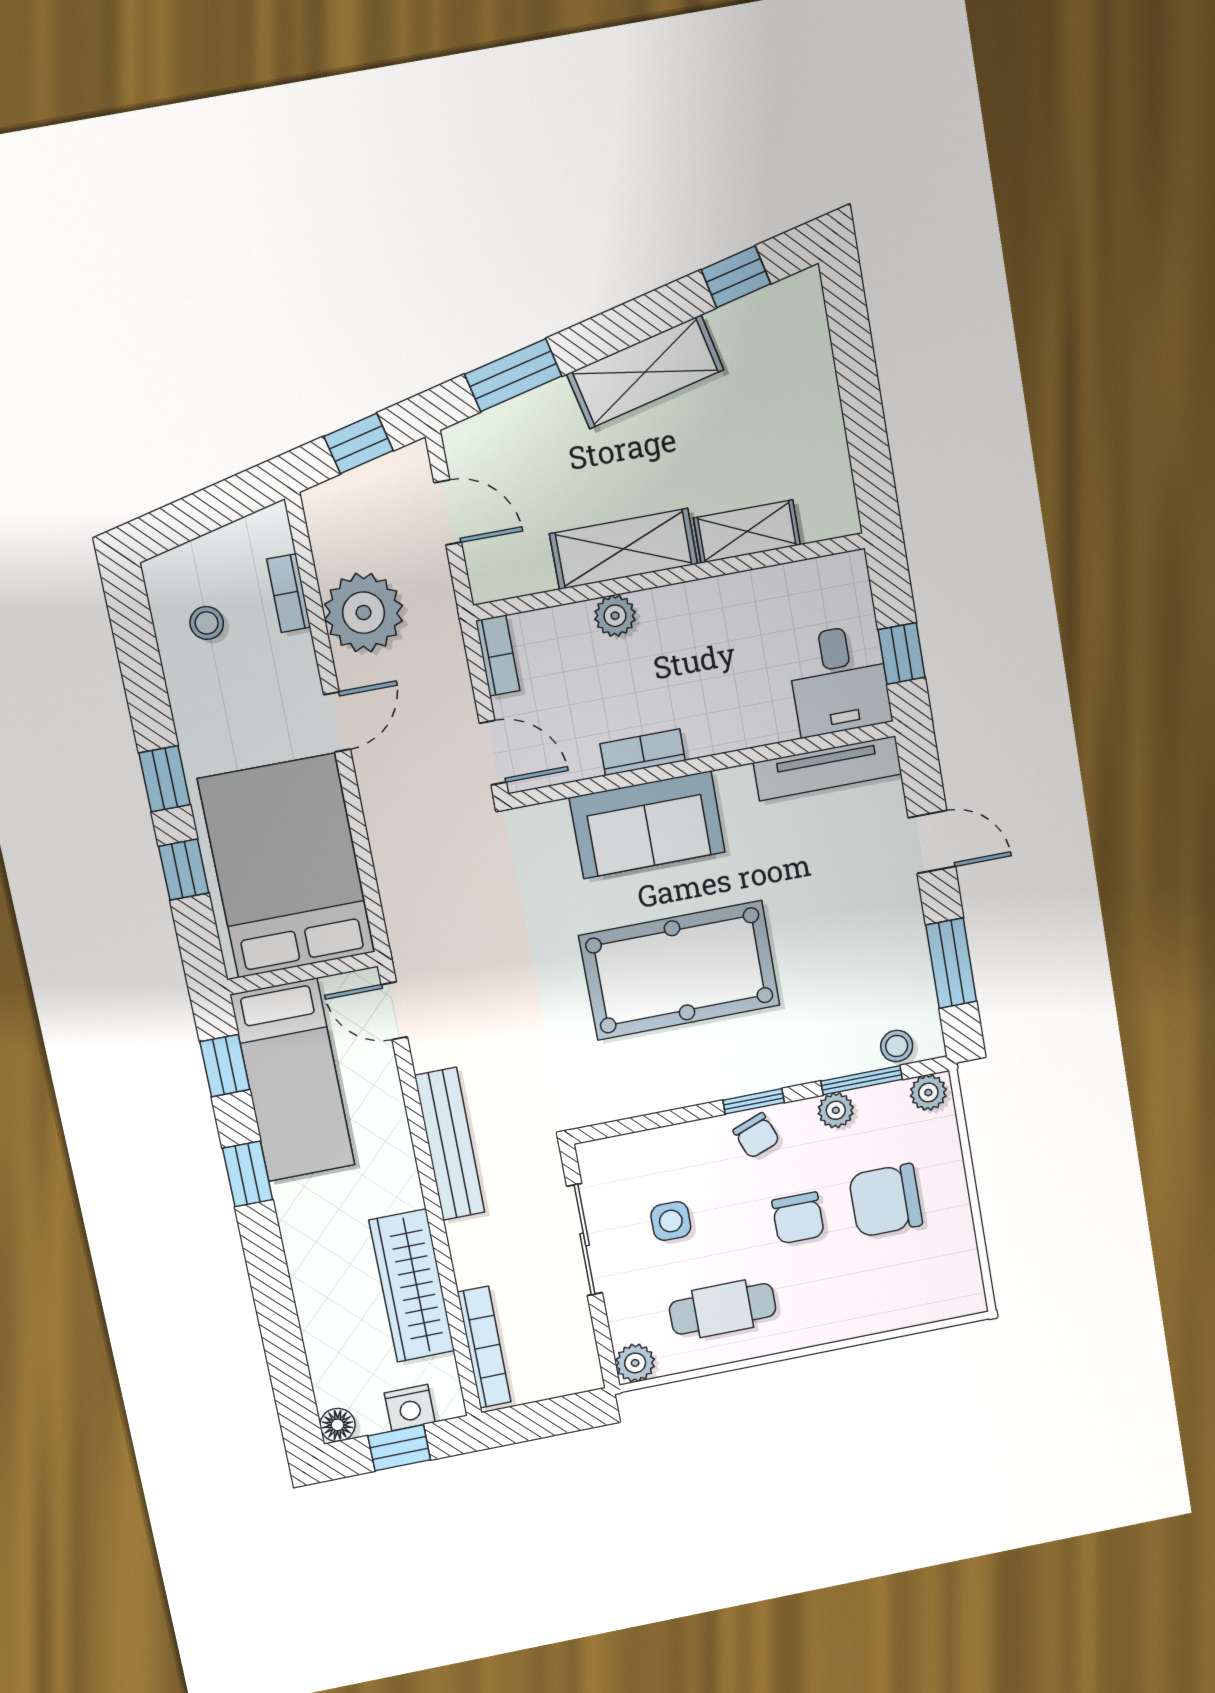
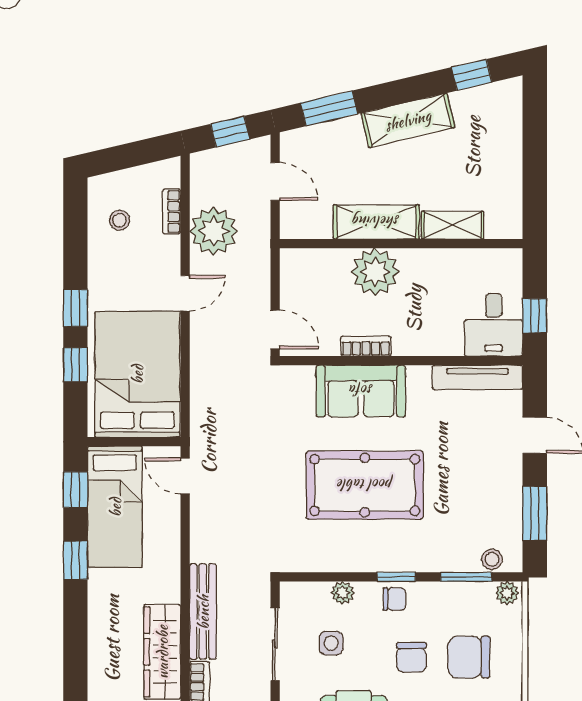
plant: (615, 616) -> (375, 272), width x1.88, depth x1.88
bookcase: (498, 656) -> (289, 272), removed
plant: (836, 1110) -> (343, 593), moved
chair: (756, 1136) -> (394, 599), turned -69
bench: (450, 1144) -> (203, 612), moved

